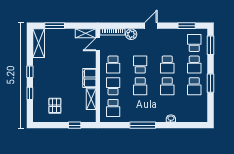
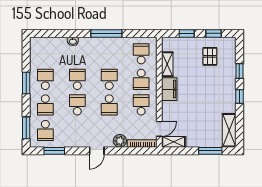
school desk: (194, 65) -> (45, 105), turned 180
window: (52, 125) -> (213, 33), added

